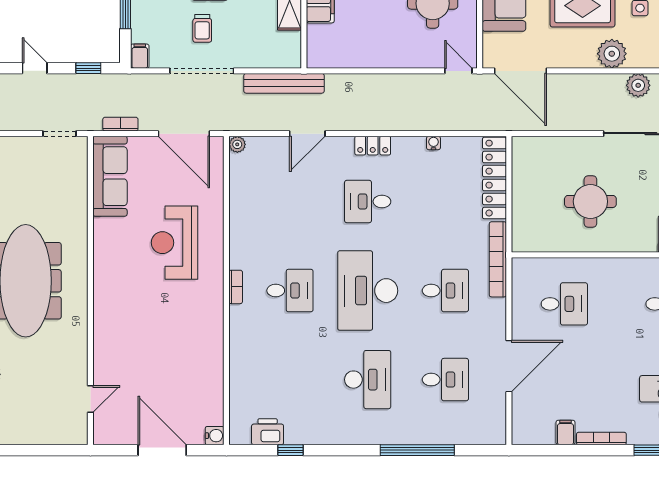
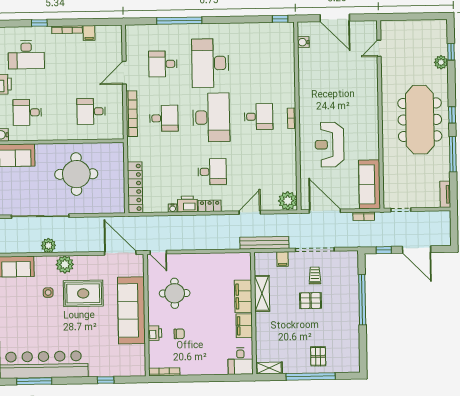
filing cabinet: (140, 56) -> (283, 259), moved
door: (35, 68) -> (417, 249), width x1.87
plant: (237, 144) -> (288, 201), width x1.87, depth x1.87
round table: (590, 201) -> (76, 174), width x1.36, depth x1.36
reception desk: (174, 243) -> (329, 145), turned 180
bookcase: (498, 259) -> (132, 114), moved
desk: (290, 291) -> (259, 117), turned 180
desk: (445, 291) -> (164, 118), turned 180
door: (509, 366) -> (124, 73), width x0.73
desk: (368, 380) -> (210, 63), width x1.36, depth x1.30
printer: (268, 432) -> (187, 204), moved, turned 180
water cooler: (215, 436) -> (303, 42), moved
window: (291, 450) -> (280, 19), moved

